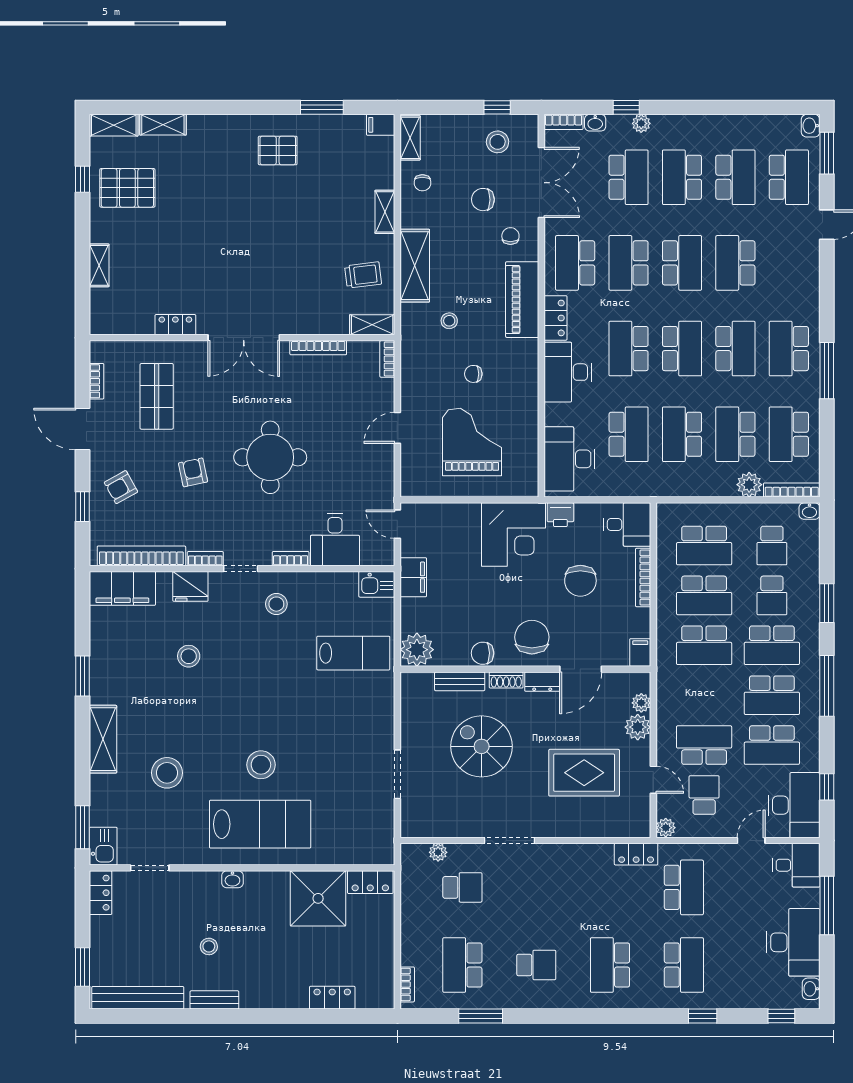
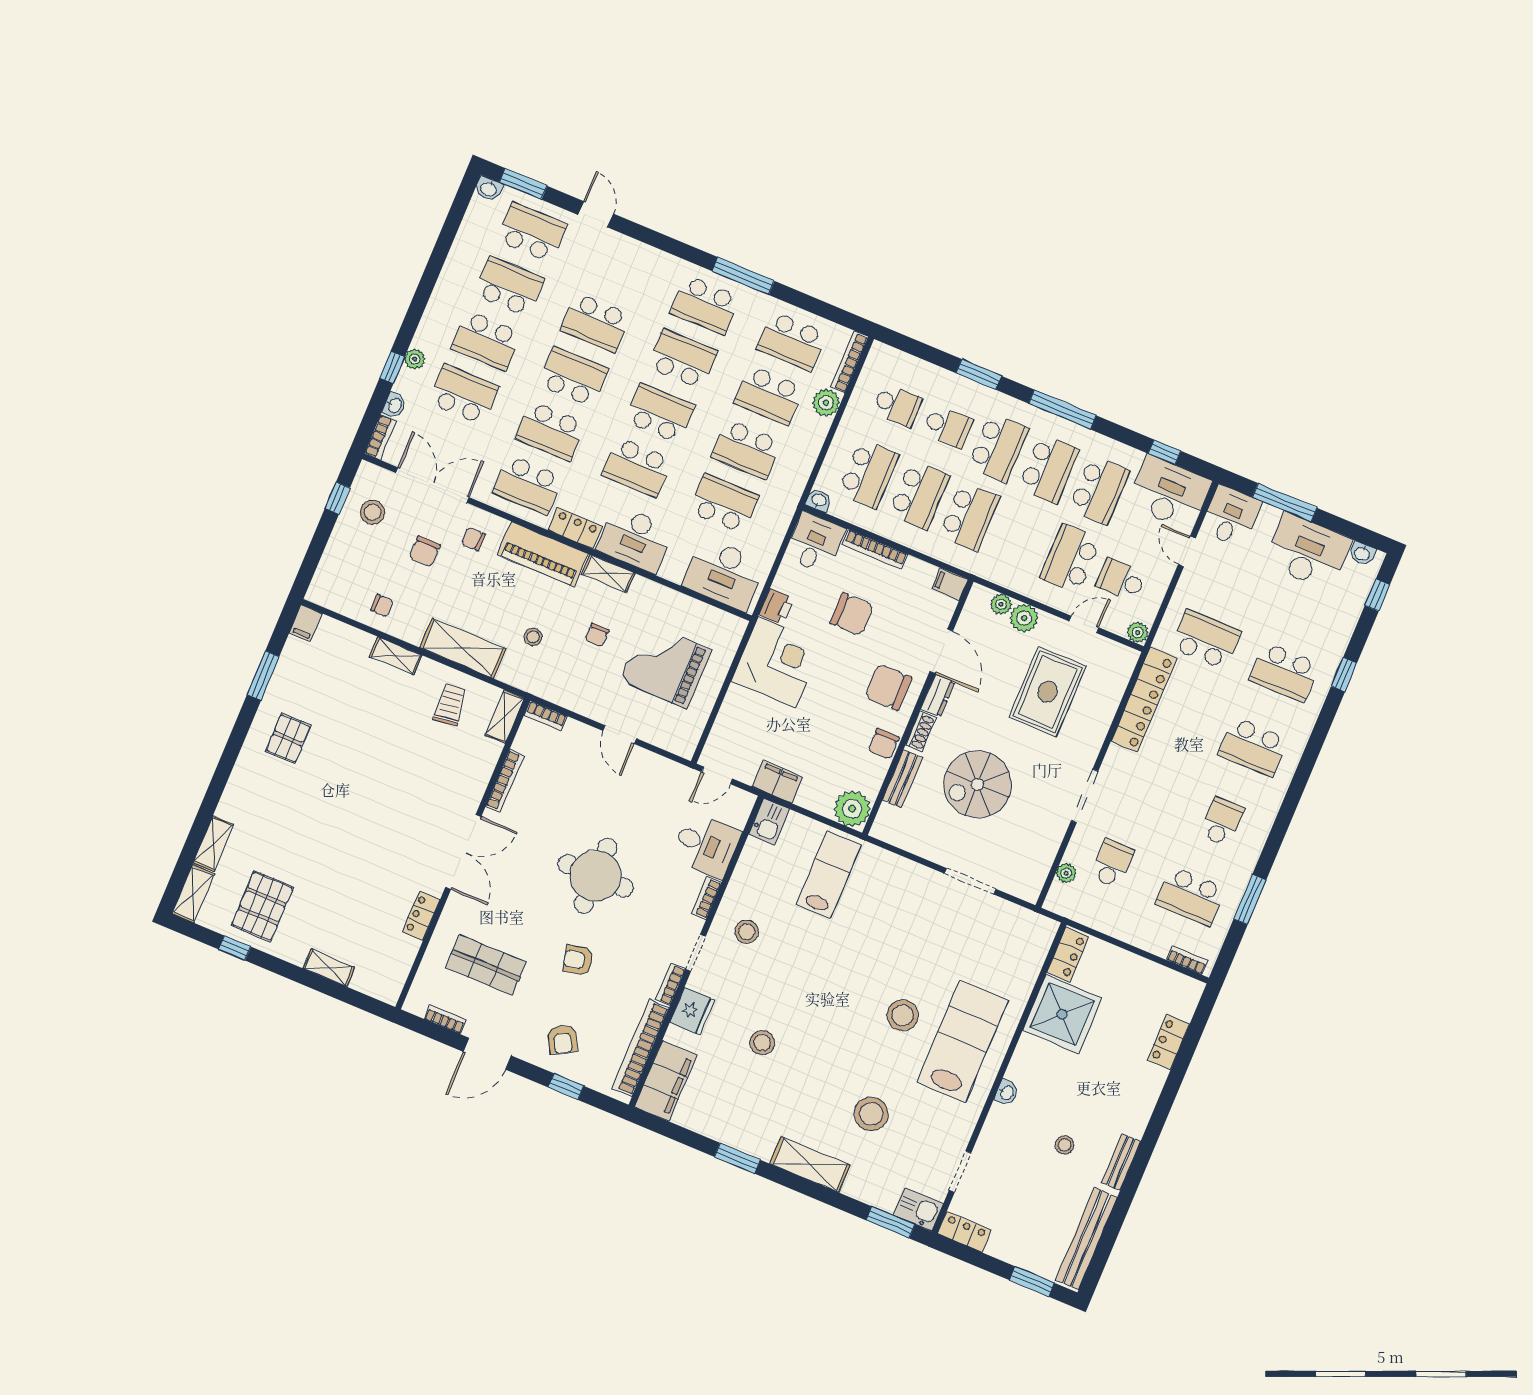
shelving: (410, 138) -> (608, 574), moved
washbasin: (809, 511) -> (819, 500), moved, turned -90
locker: (636, 854) -> (1144, 700), width x2.16, depth x1.21
school desk: (684, 965) -> (1284, 672), turned 180

